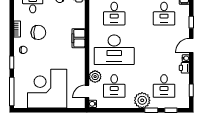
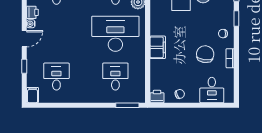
chair: (38, 32) -> (205, 54), turned 94

